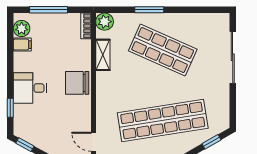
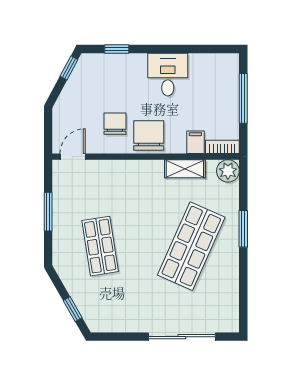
plant: (22, 28) -> (219, 64), removed
filing cabinet: (22, 45) -> (195, 142), moved, turned 180
desk: (30, 88) -> (168, 75), moved
chair: (68, 109) -> (115, 124), added
shop shelf: (163, 120) -> (100, 246), width x0.50, depth x0.74

